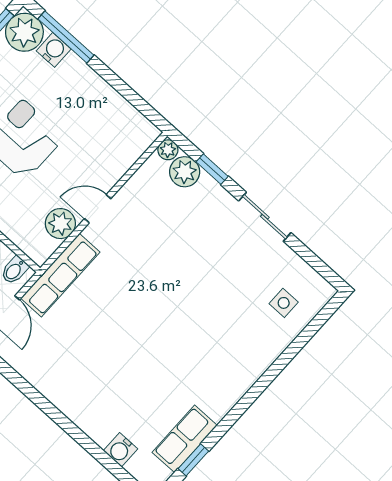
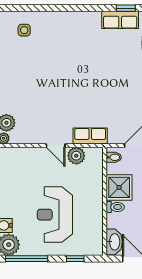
row of seats: (60, 275) -> (90, 136), width x0.68

